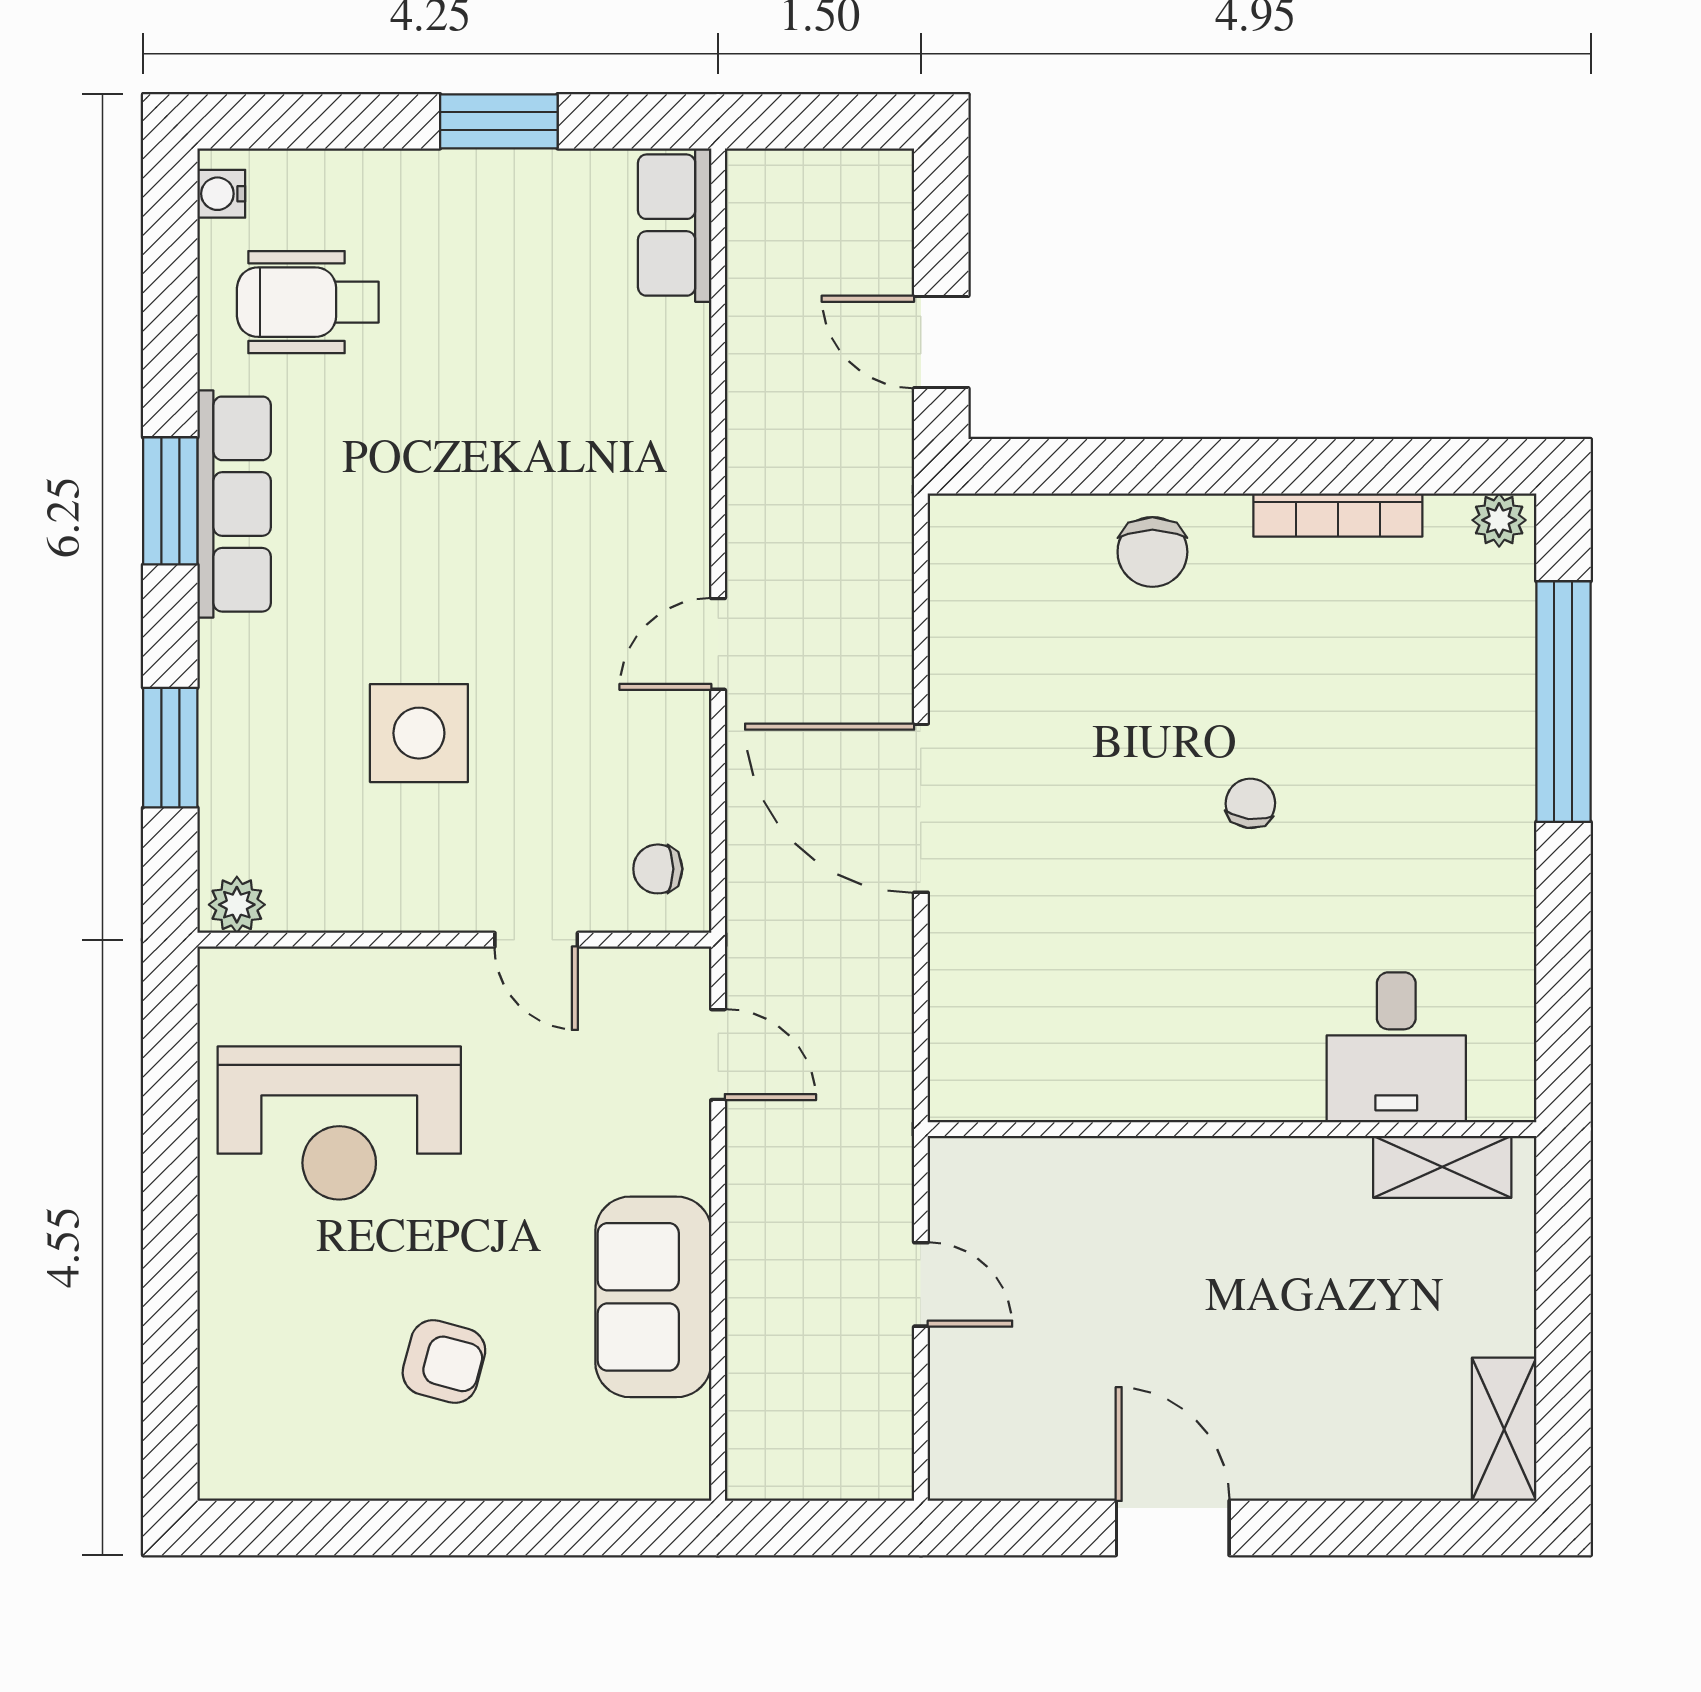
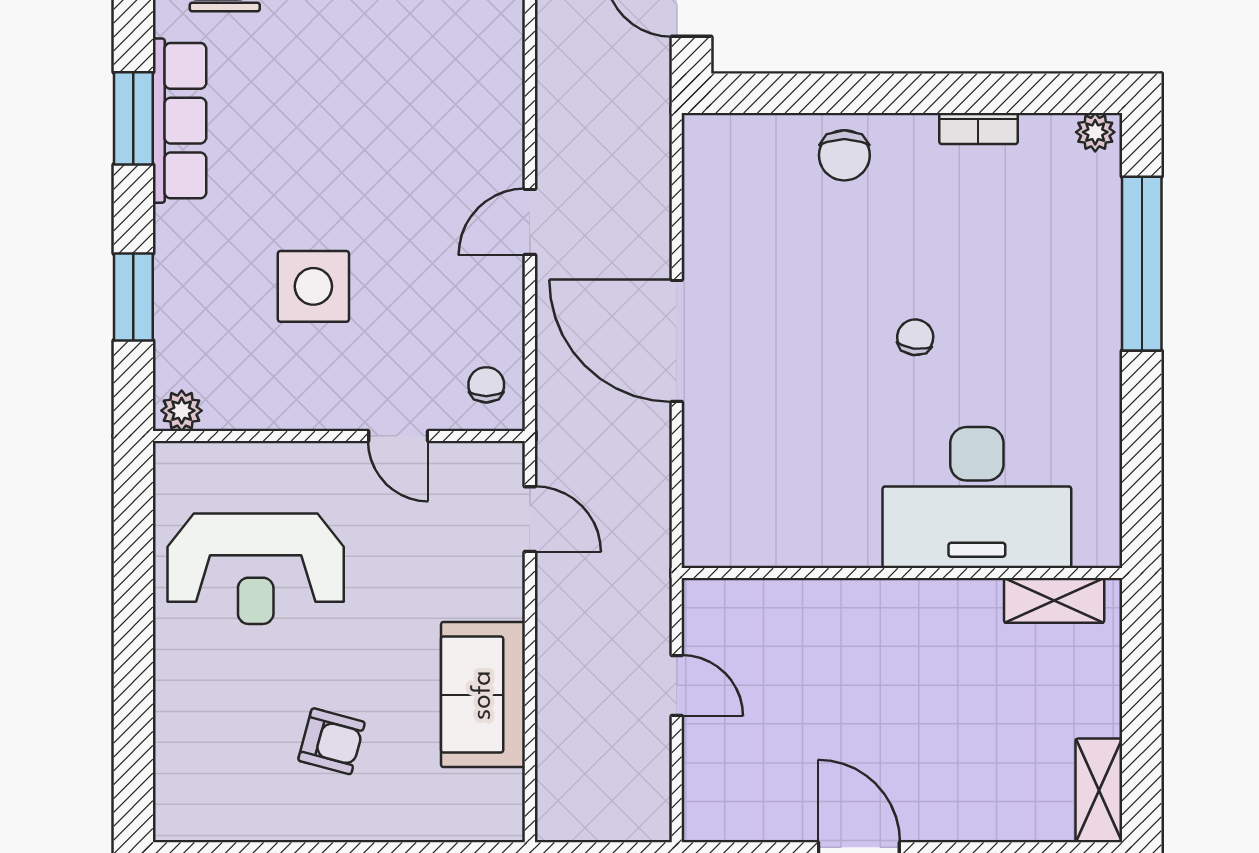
bookcase: (1338, 515) -> (978, 129), width x0.64
chair: (658, 869) -> (486, 385), turned 90
desk: (1396, 1047) -> (977, 498), width x1.87, depth x1.30

